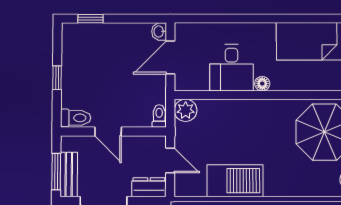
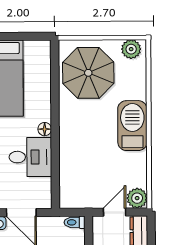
plant: (186, 110) -> (137, 198), moved
barbecue: (235, 181) -> (132, 126), moved

